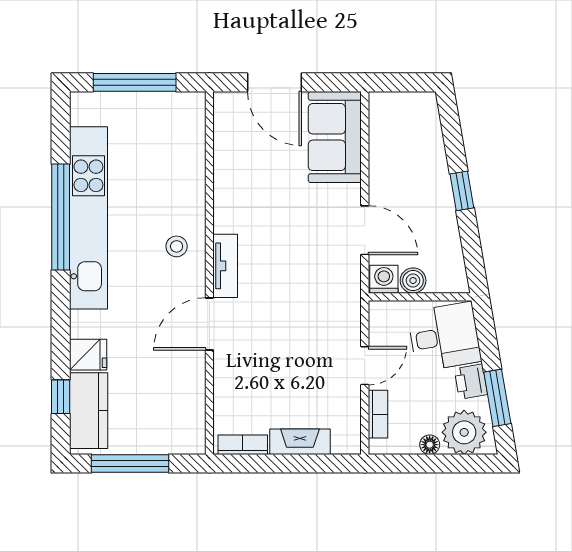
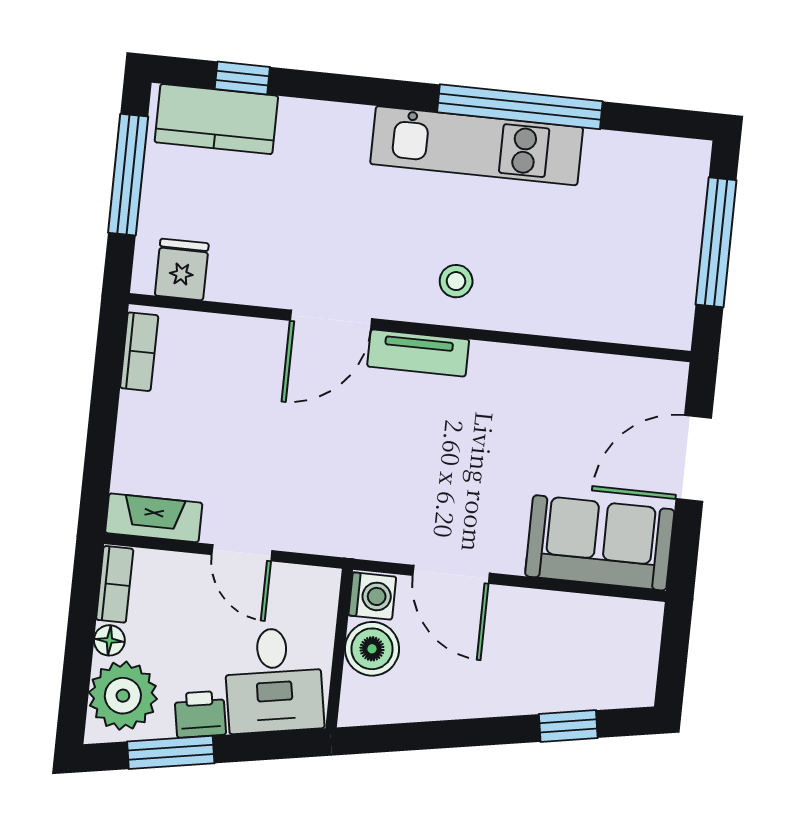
window: (462, 191) -> (568, 726), moved
kitchen unit: (88, 218) -> (477, 146), width x0.73
door: (365, 230) -> (451, 574), hinge flipped
boiler: (413, 281) -> (372, 649), width x1.36, depth x1.36
door: (209, 324) -> (331, 319), swing flipped
fridge: (88, 355) -> (182, 269), moved, turned 180
bookcase: (378, 414) -> (115, 584), moved, turned -90
fireplace: (300, 442) -> (154, 518), moved, turned -90

